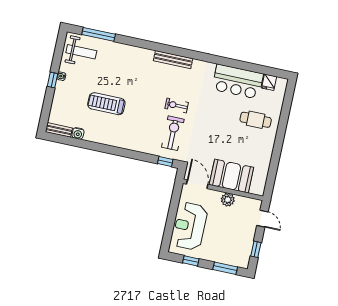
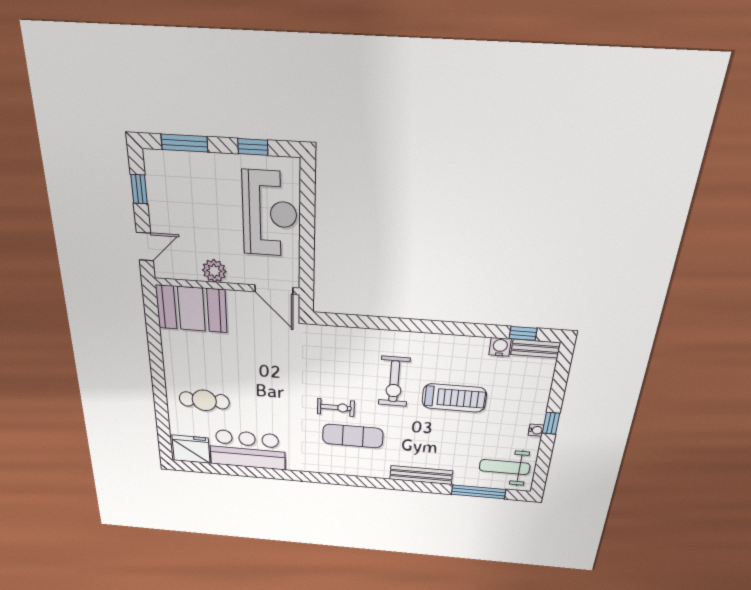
bench: (173, 60) -> (421, 475), moved
fridge: (269, 82) -> (191, 449), width x1.88, depth x1.34
exercise mat: (170, 84) -> (353, 436), added
exercise bike: (173, 133) -> (394, 381), moved
window: (165, 162) -> (523, 333), moved
booth: (231, 176) -> (192, 309), moved
door: (262, 219) -> (145, 247), swing flipped

